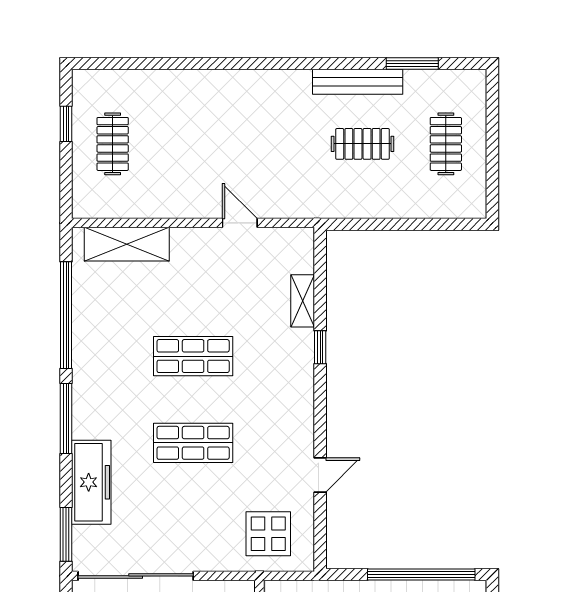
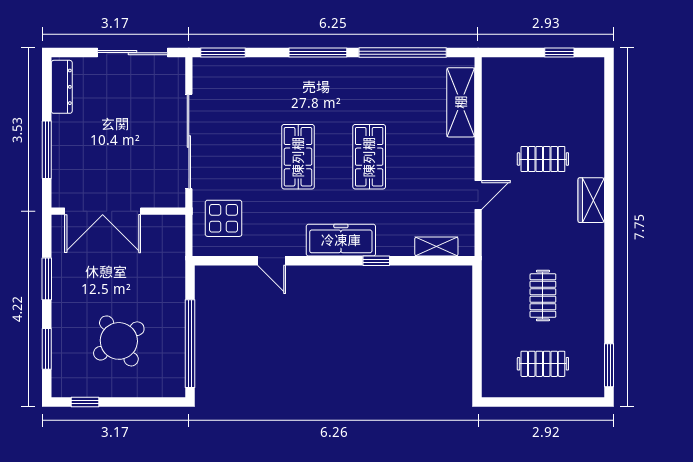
window: (412, 63) -> (609, 365), moved
bench: (358, 82) -> (594, 291), removed
wardrobe: (246, 85) -> (591, 200), added
clothes rail: (113, 144) -> (543, 159), moved
shelving: (303, 301) -> (436, 246), moved
freezer: (91, 482) -> (341, 240), moved, turned 180
sliding door: (136, 576) -> (189, 142), moved

